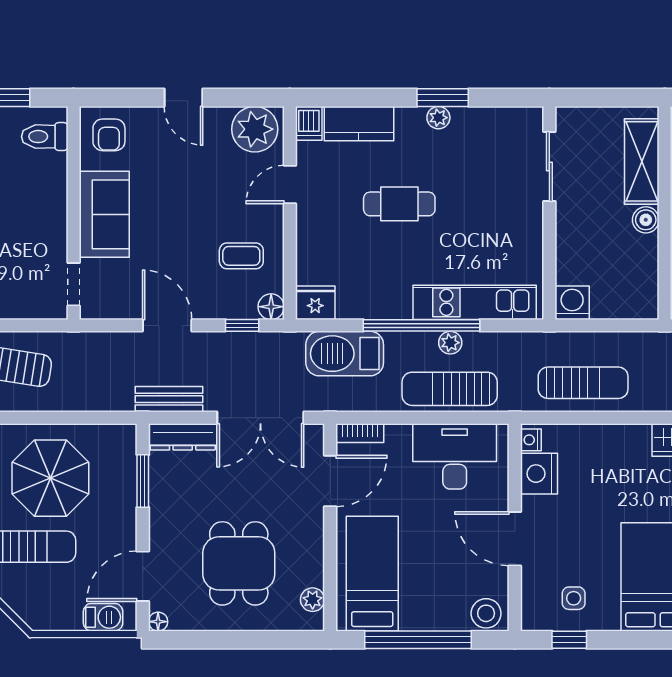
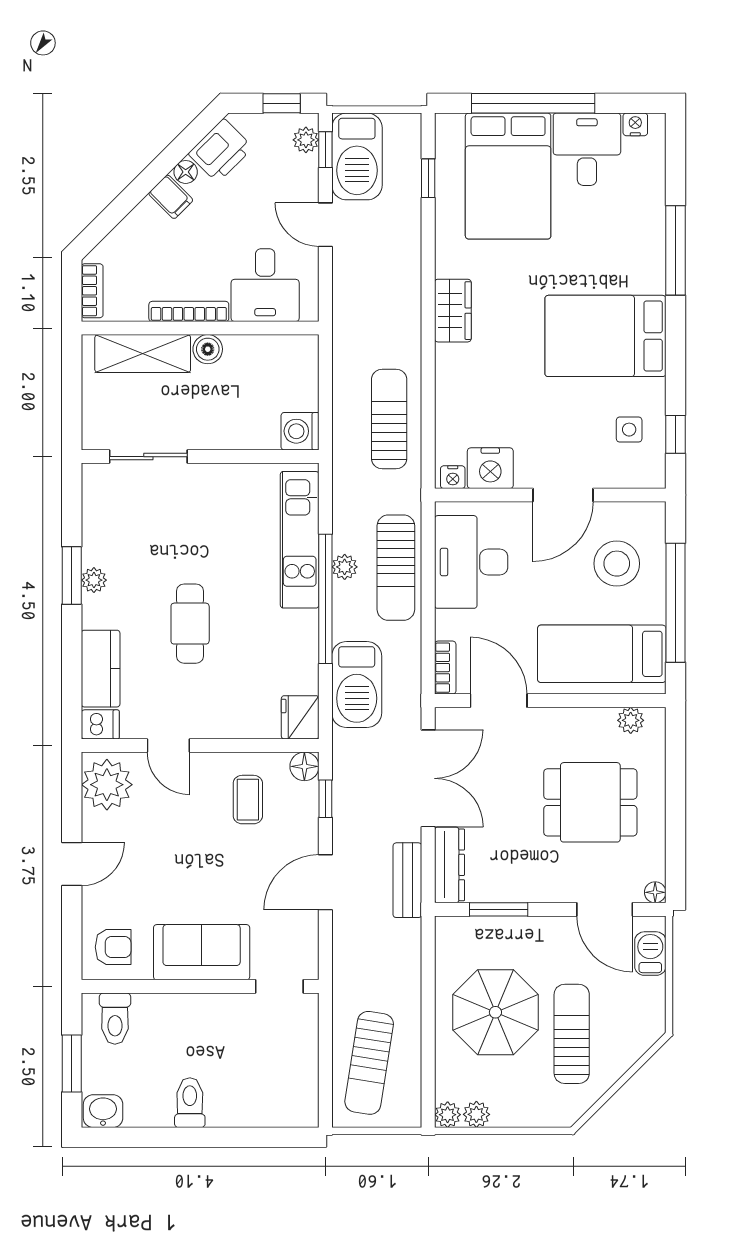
stool: (486, 613) -> (617, 564), moved, width x1.38, depth x1.38

